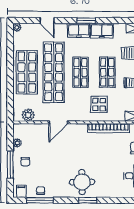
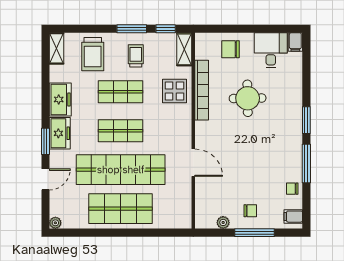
window: (86, 21) -> (45, 141), moved
display table: (99, 104) -> (174, 91), moved
plant: (28, 115) -> (182, 206), removed
round table: (82, 182) -> (248, 98), moved
window: (40, 200) -> (306, 163), moved

